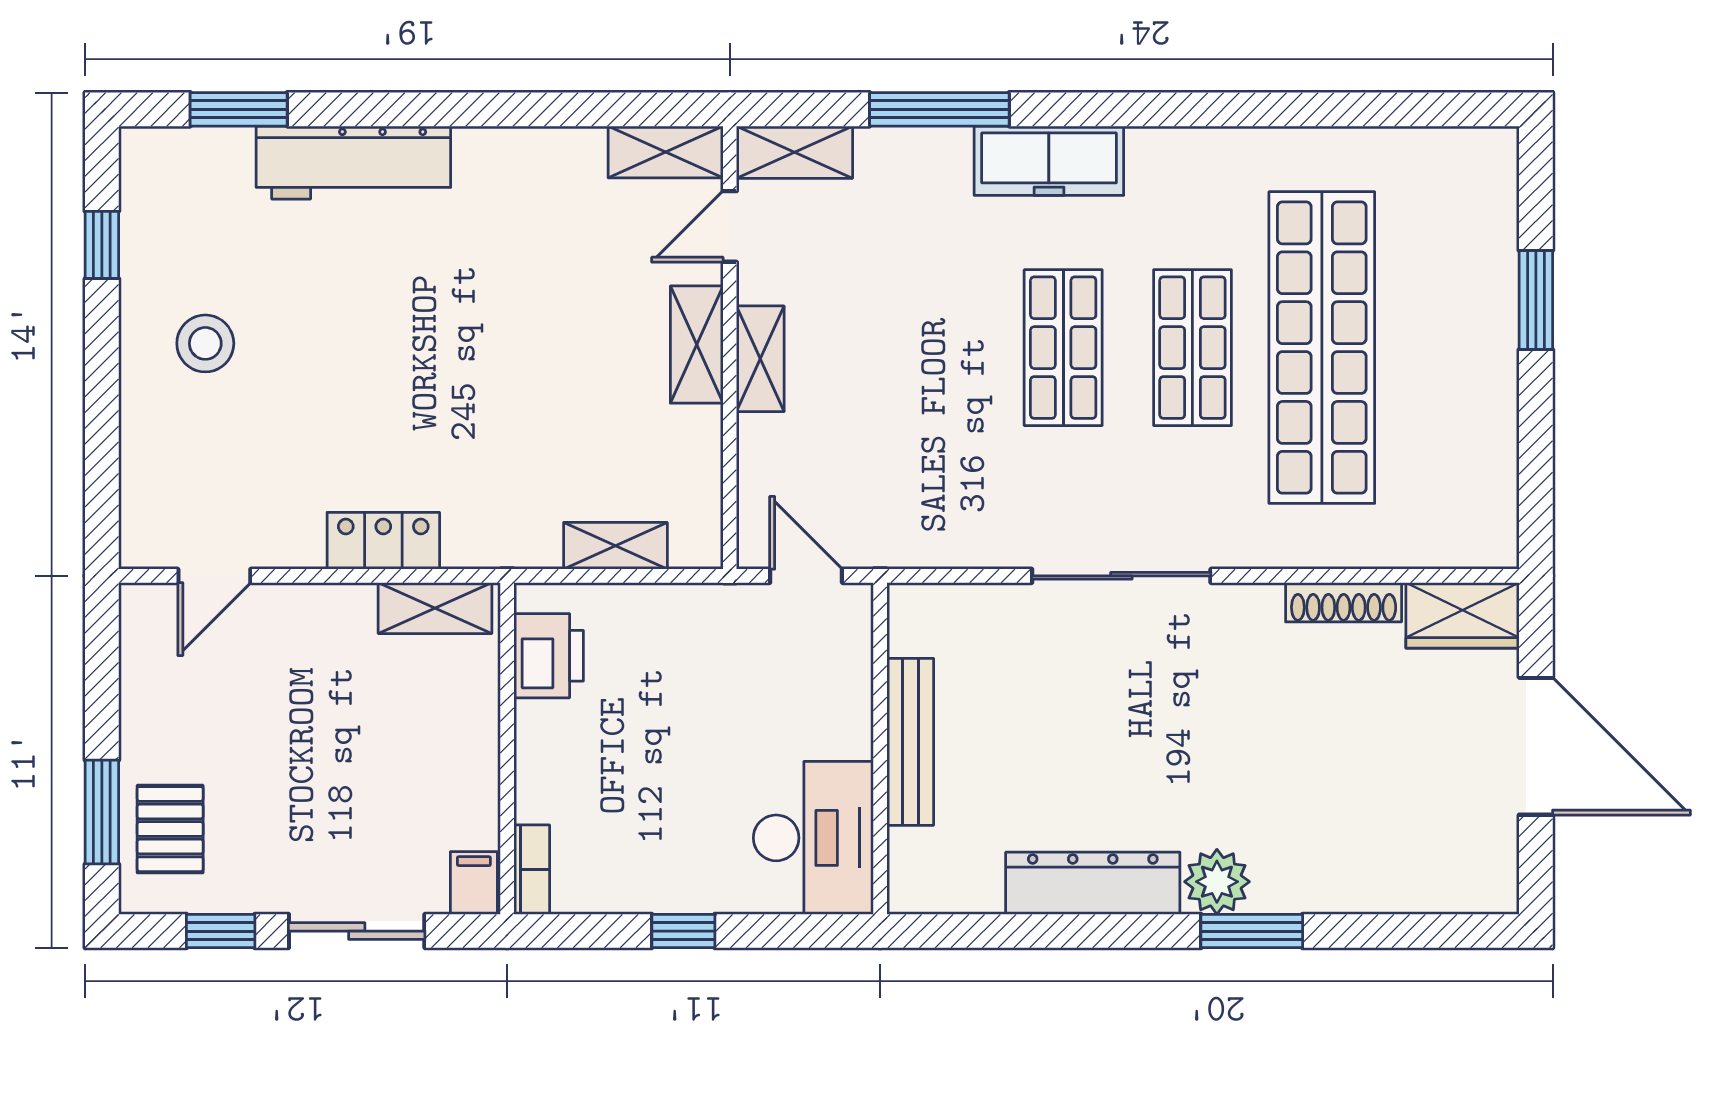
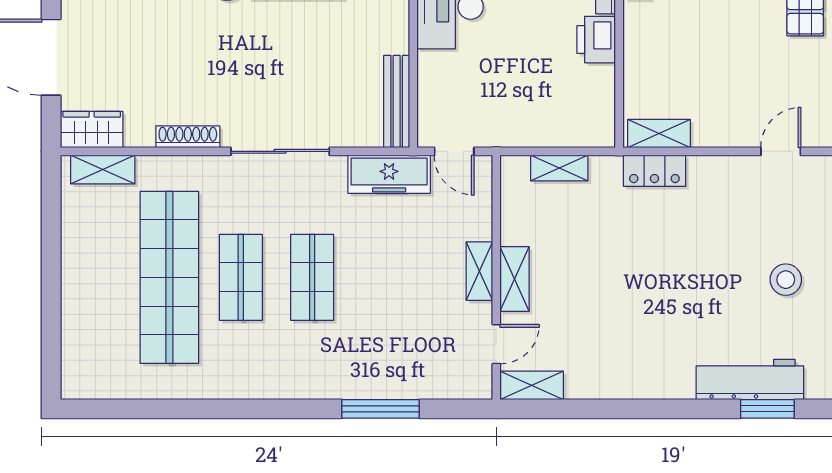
shelving: (795, 152) -> (103, 169), moved
freezer: (1049, 161) -> (389, 174), moved, turned 180
workbench: (353, 163) -> (750, 379), moved
window: (1536, 300) -> (51, 304), removed
locker: (383, 541) -> (654, 171), moved
shoe rack: (1344, 602) -> (188, 137), moved
printer: (549, 656) -> (596, 40), moved
bench: (910, 742) -> (397, 102), moved

